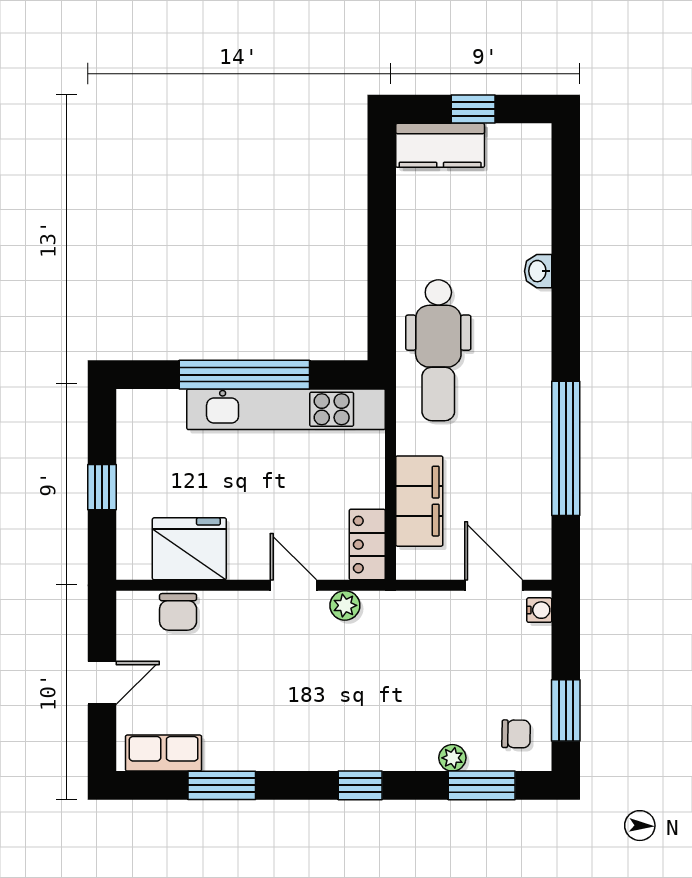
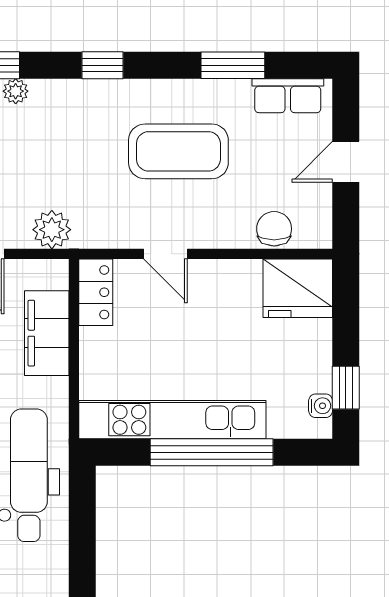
water cooler: (129, 424) -> (321, 406), added
window: (102, 487) -> (346, 388), moved
fridge: (189, 549) -> (298, 288), moved
plant: (345, 605) -> (52, 230), moved, width x1.38, depth x1.38
coffee table: (280, 694) -> (178, 151), added

